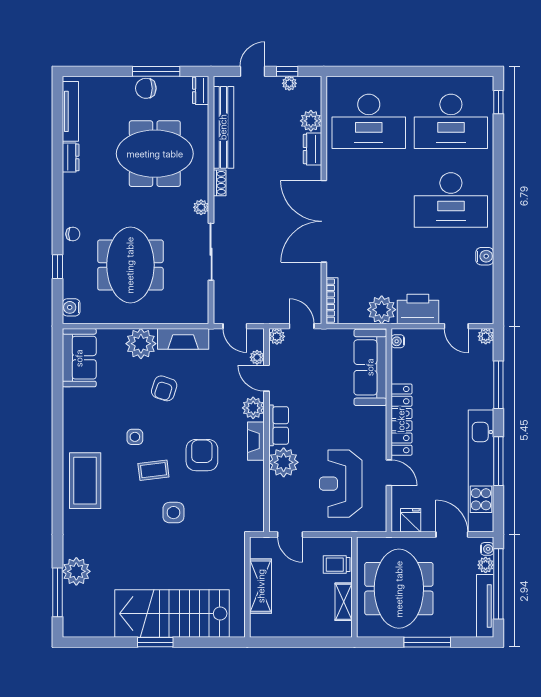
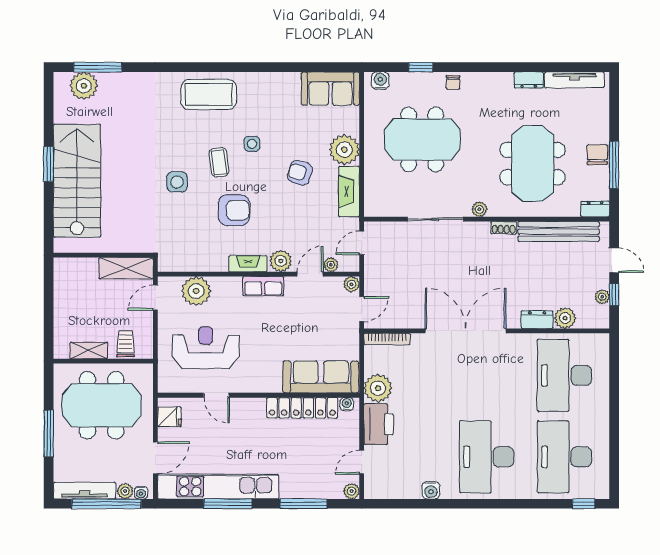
locker: (401, 420) -> (302, 408), moved
plant: (284, 462) -> (196, 291), moved
door: (389, 473) -> (216, 395), hinge flipped
plant: (76, 571) -> (84, 86), moved
shelving: (261, 586) -> (126, 268), moved

